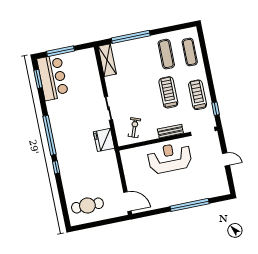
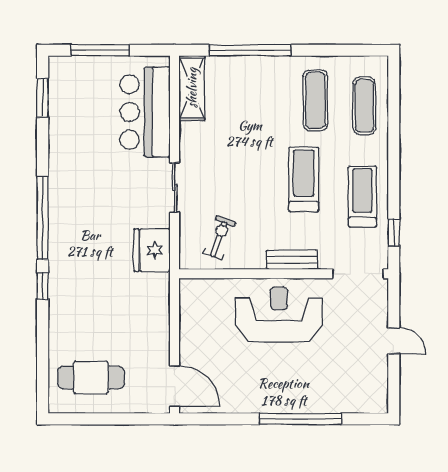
bar counter: (53, 77) -> (145, 112), moved, turned 180

